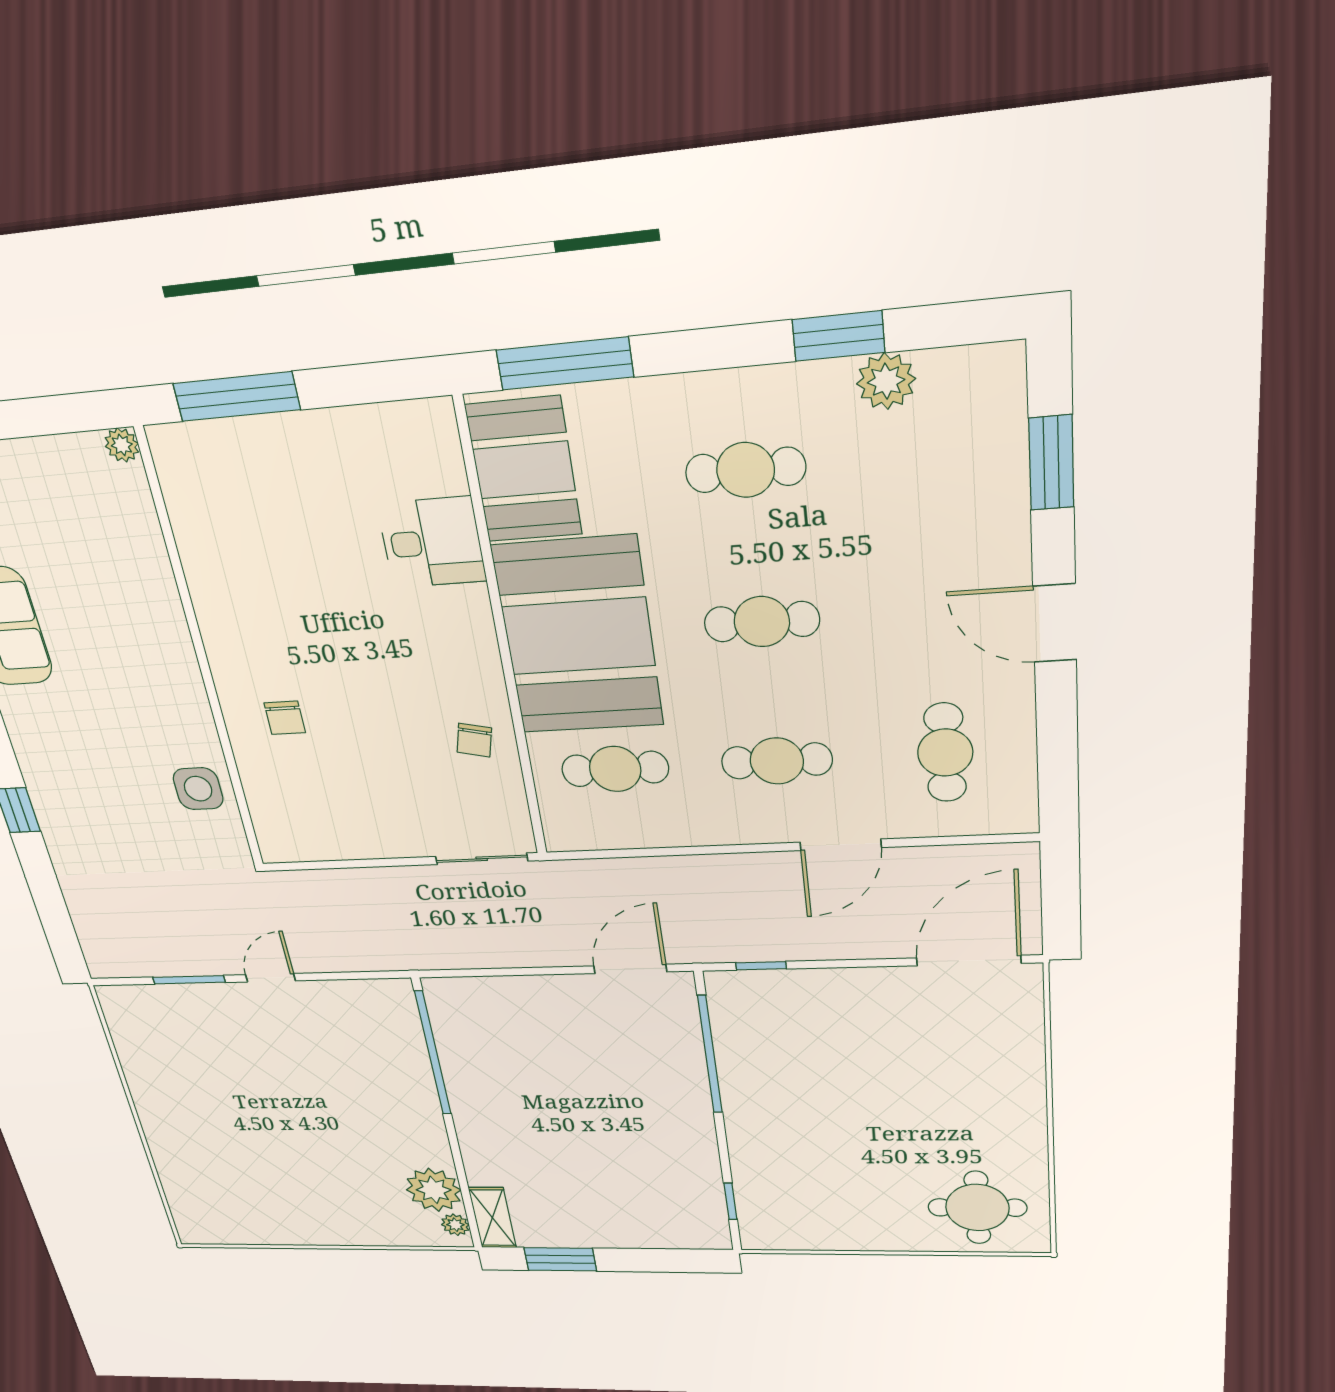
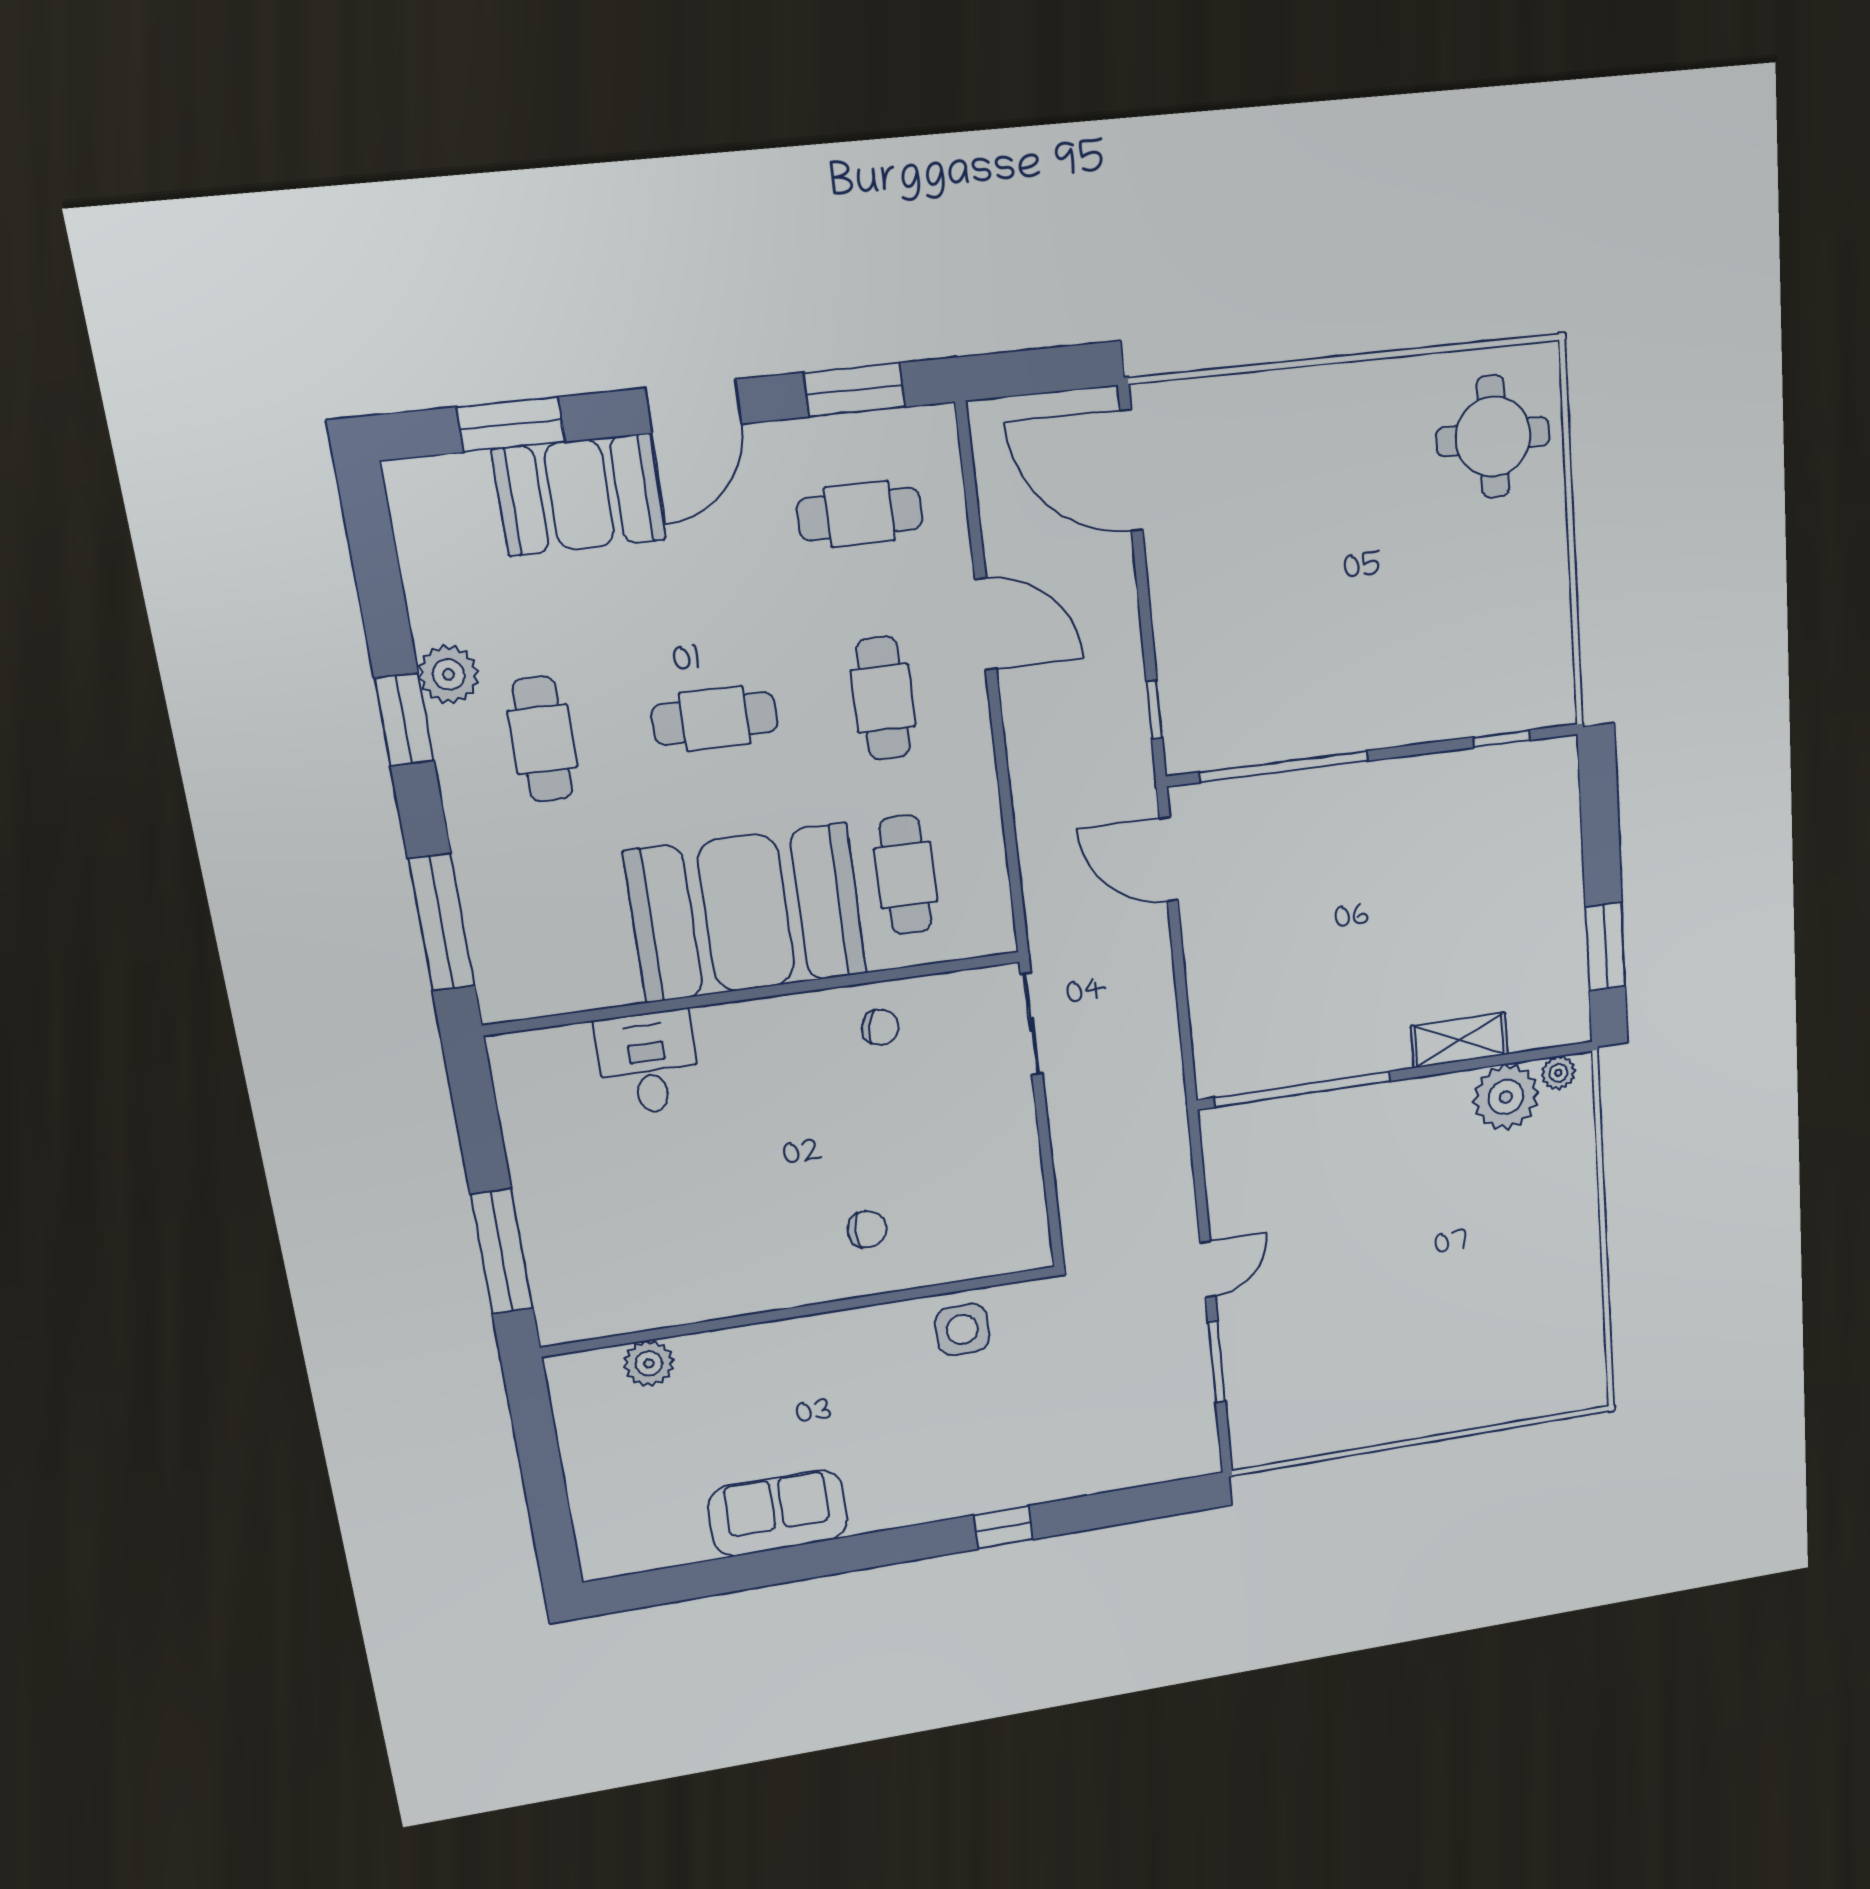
window: (838, 336) -> (404, 719), moved
plant: (886, 381) -> (449, 674), moved
plant: (122, 445) -> (649, 1363), moved, width x1.38, depth x1.38
booth: (524, 470) -> (579, 495), moved
cafe table: (762, 622) -> (715, 719), turned 90
window: (1058, 755) -> (854, 390), added
door: (270, 978) -> (1208, 1269), swing flipped
shelving: (492, 1218) -> (1459, 1040), moved

